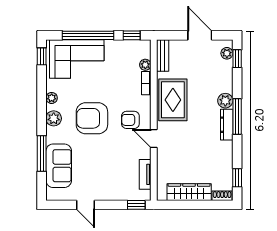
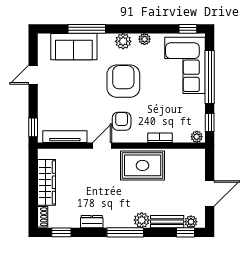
bench: (163, 55) -> (167, 222), moved
plant: (145, 65) -> (197, 137), moved
dresser: (227, 125) -> (92, 222), moved, width x0.70
tv unit: (145, 174) -> (65, 137), width x1.41

